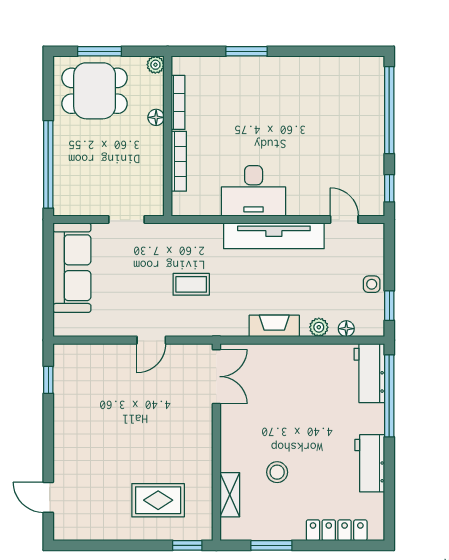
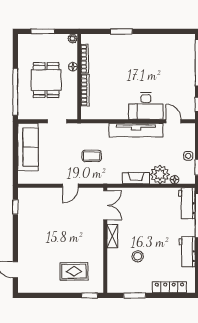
dining table: (95, 91) -> (46, 80), moved, turned 90
desk: (254, 191) -> (146, 106), moved
plant: (319, 327) -> (160, 174), width x1.87, depth x1.87
shelving: (230, 495) -> (112, 236), moved

